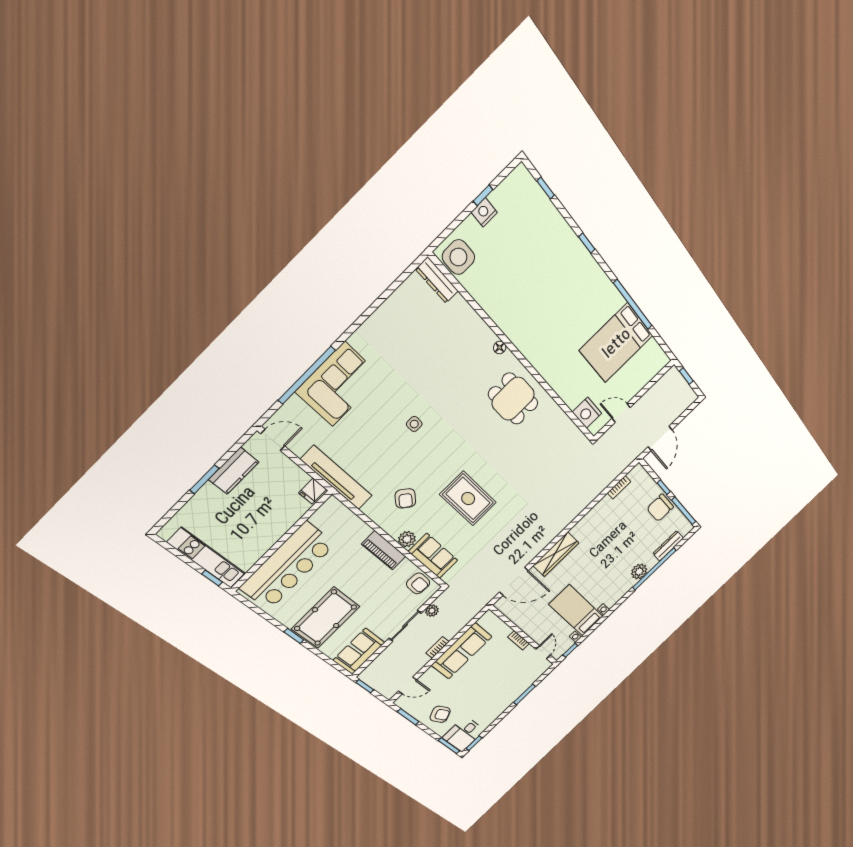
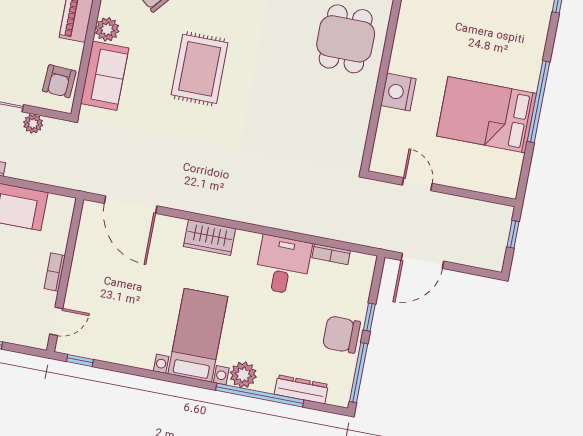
nightstand: (587, 413) -> (398, 92), moved
desk: (605, 517) -> (283, 265), added
wardrobe: (556, 554) -> (209, 237), width x0.67
bed with nightstands: (576, 610) -> (198, 335), moved

